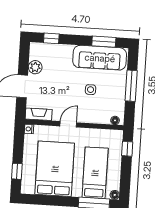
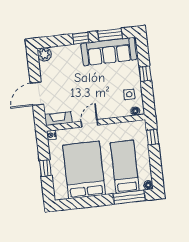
window: (51, 38) -> (81, 38), moved
plant: (35, 67) -> (44, 54), moved
window: (131, 86) -> (145, 74), width x0.46
side table: (91, 90) -> (129, 94), moved
window: (17, 171) -> (46, 168), moved

